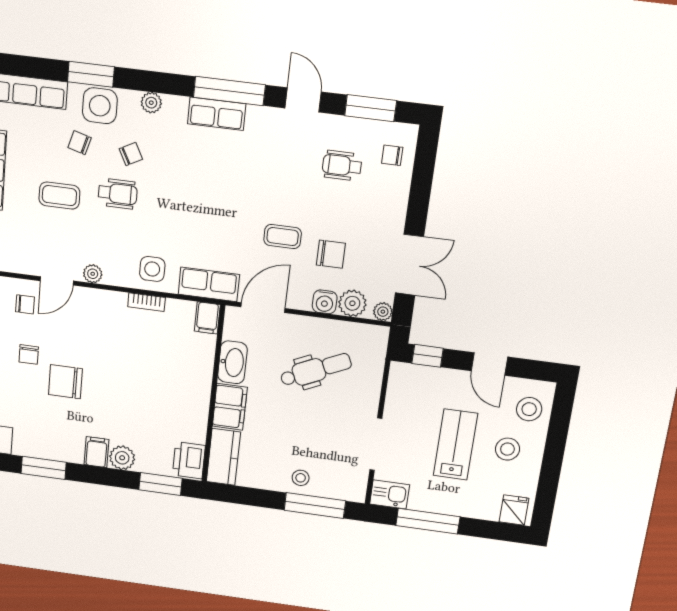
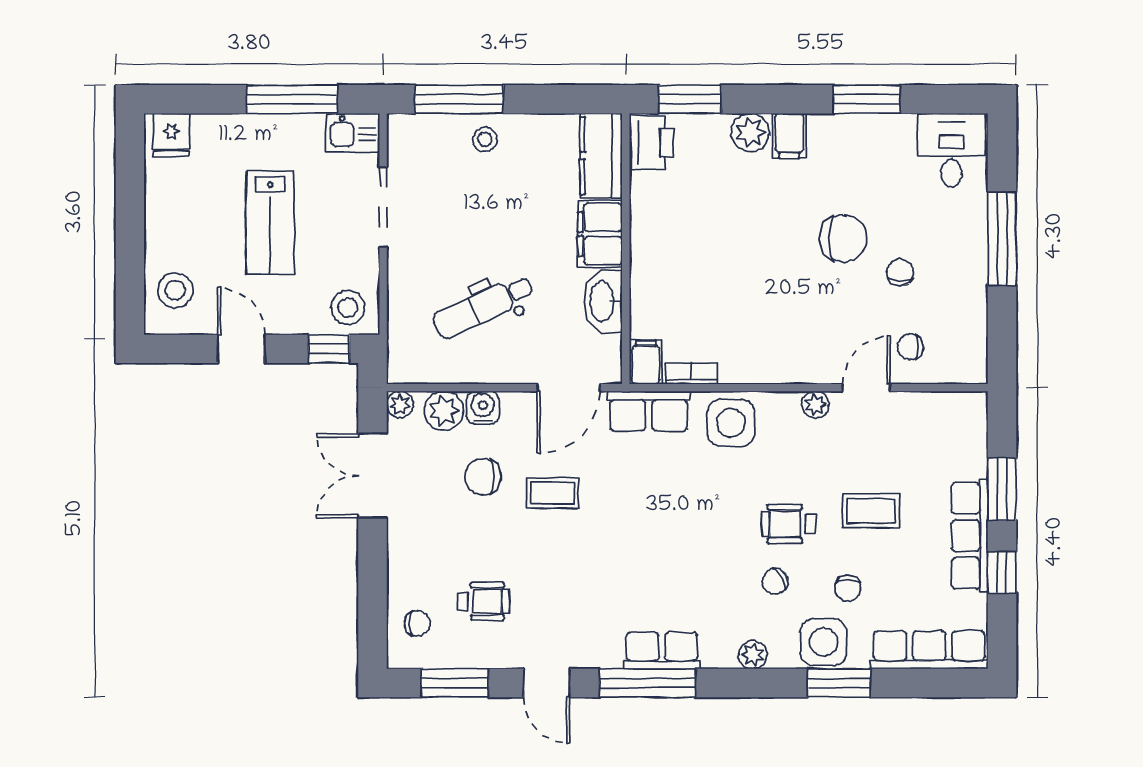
chair: (80, 143) -> (848, 588), turned 74
side table: (152, 269) -> (731, 423), width x1.37, depth x1.37
bookcase: (146, 302) -> (691, 374), moved
stool: (507, 449) -> (348, 308), moved

